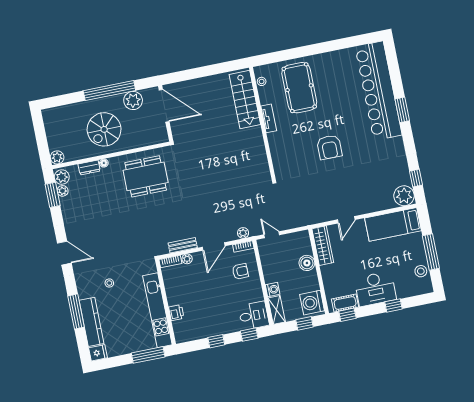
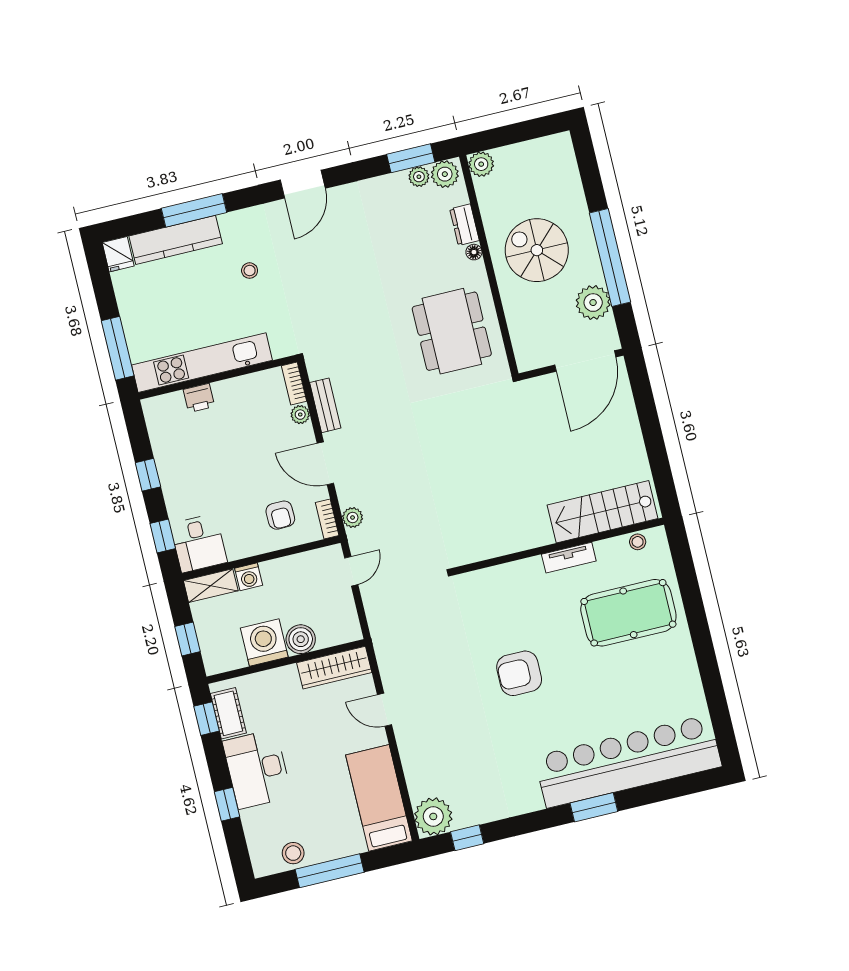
washing machine: (312, 303) -> (264, 643), moved

